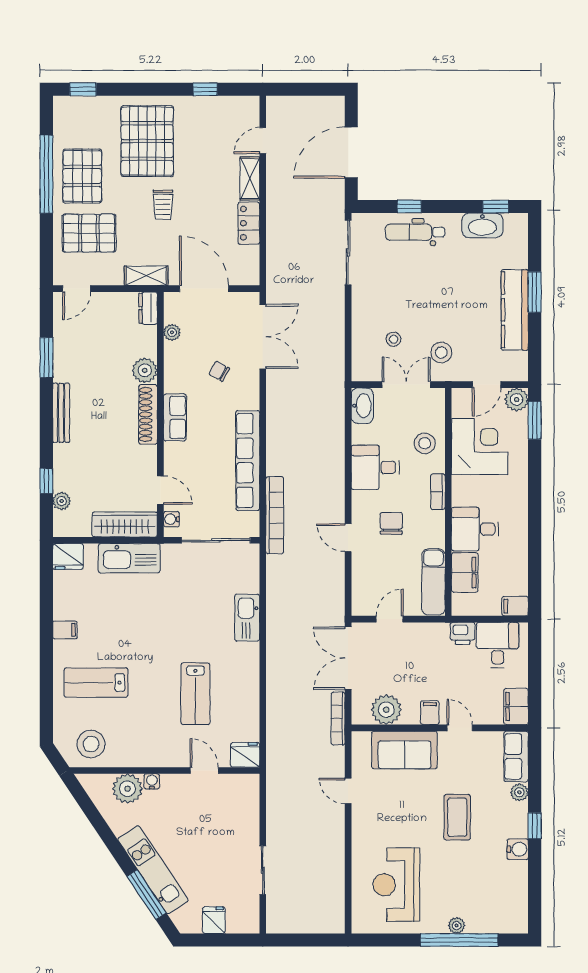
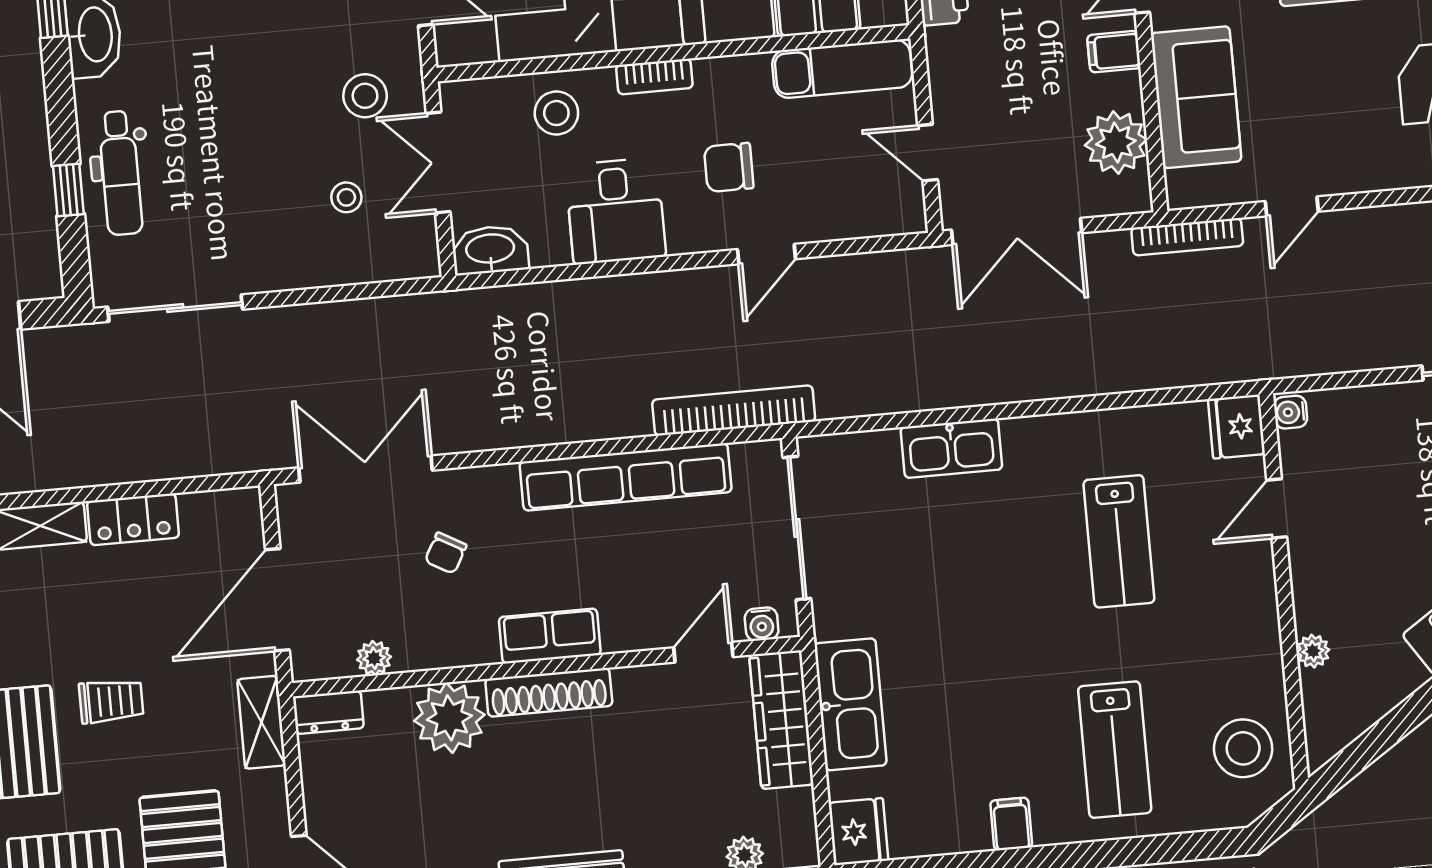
plant: (145, 370) -> (449, 718), width x1.36, depth x1.36
lab bench: (195, 694) -> (1119, 541), turned 90
bookcase: (338, 719) -> (1187, 237), moved
water cooler: (152, 781) -> (1291, 412), moved
plant: (127, 789) -> (1313, 651), width x0.53, depth x0.53

